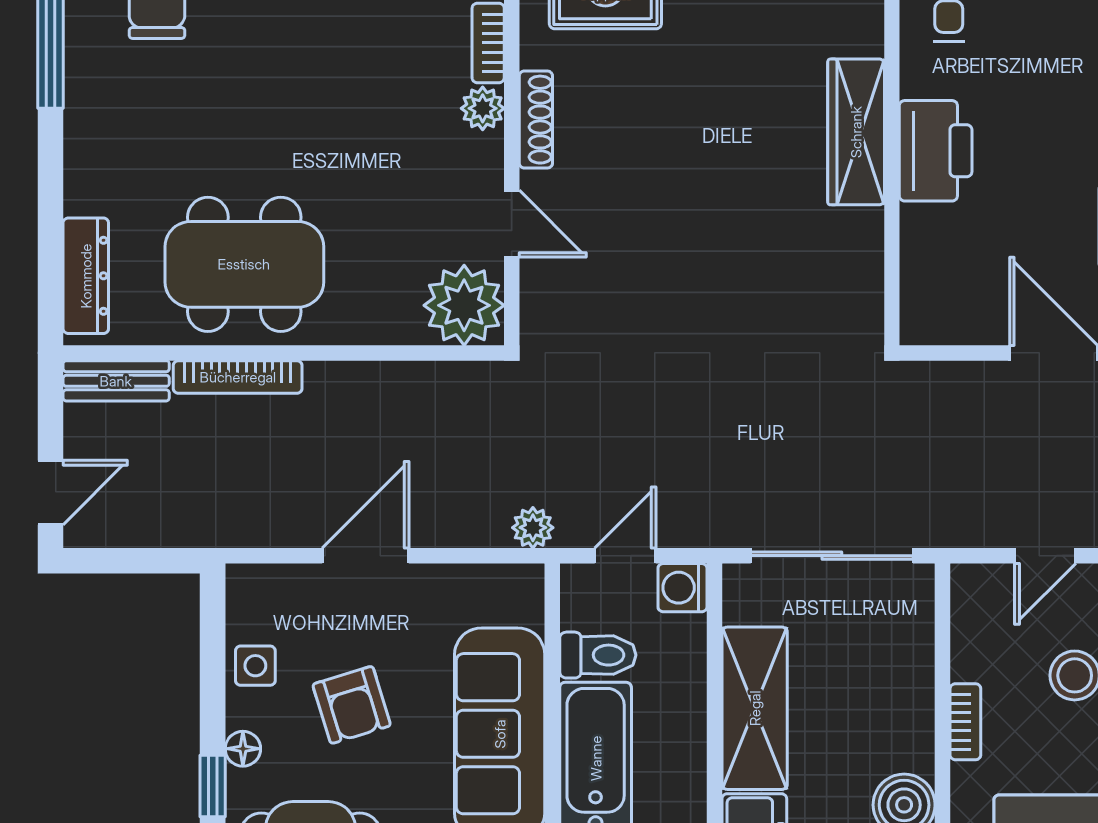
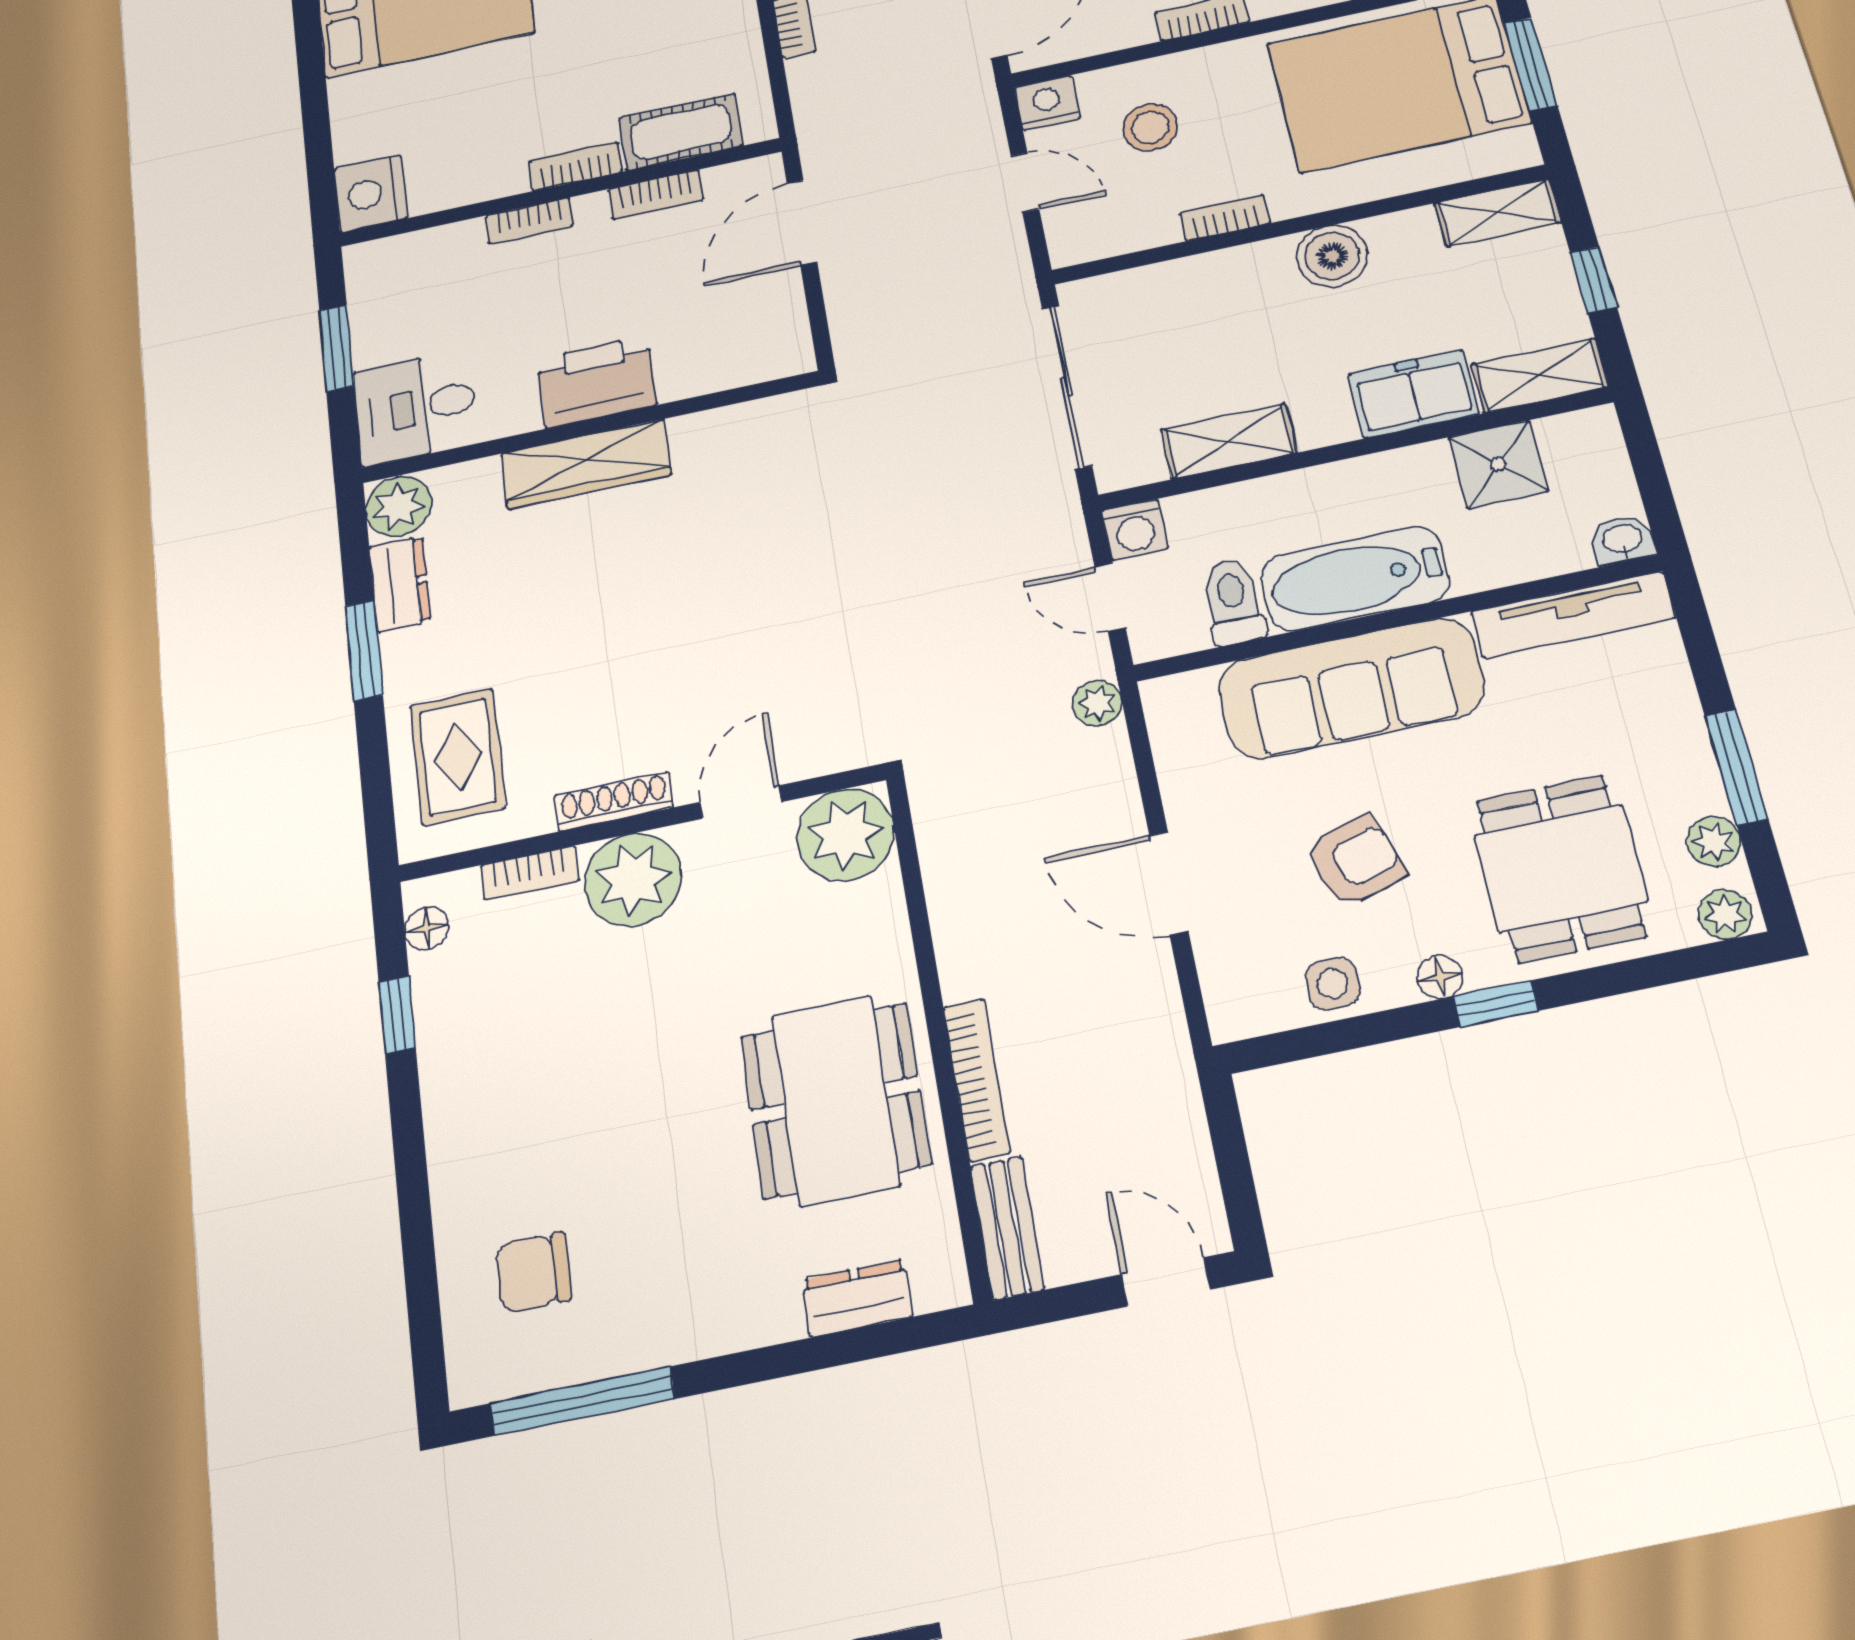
plant: (483, 108) -> (633, 879), width x1.88, depth x1.88
dresser: (86, 276) -> (857, 1298), width x0.70
shelving: (755, 708) -> (1229, 441), width x0.67, depth x0.75

